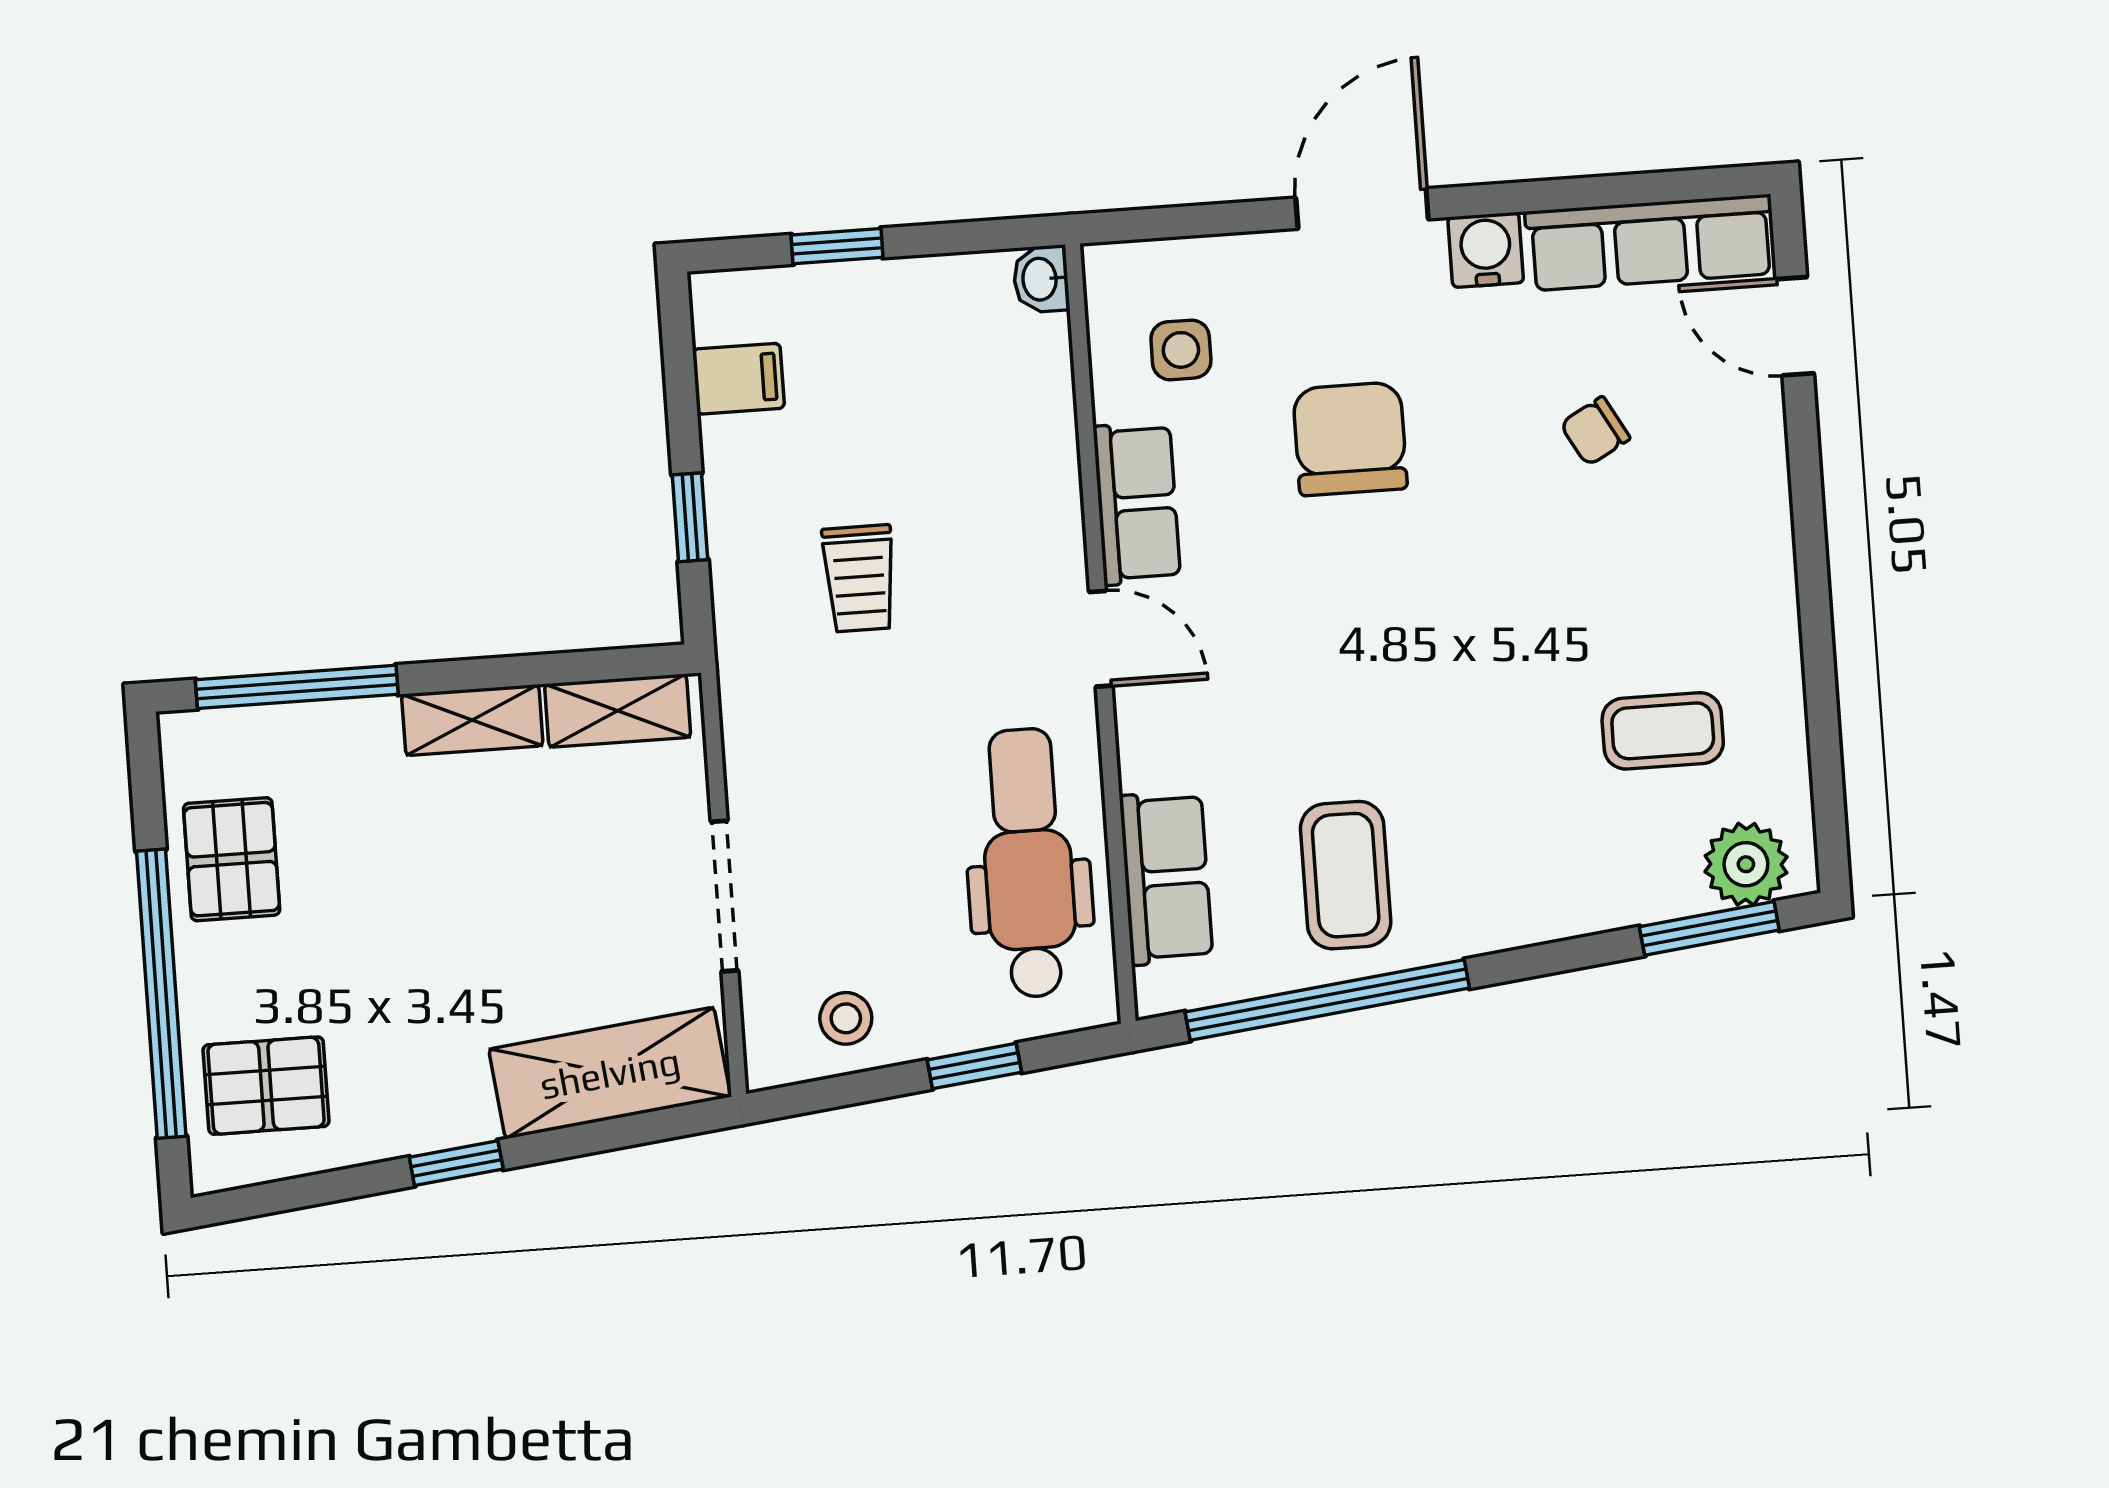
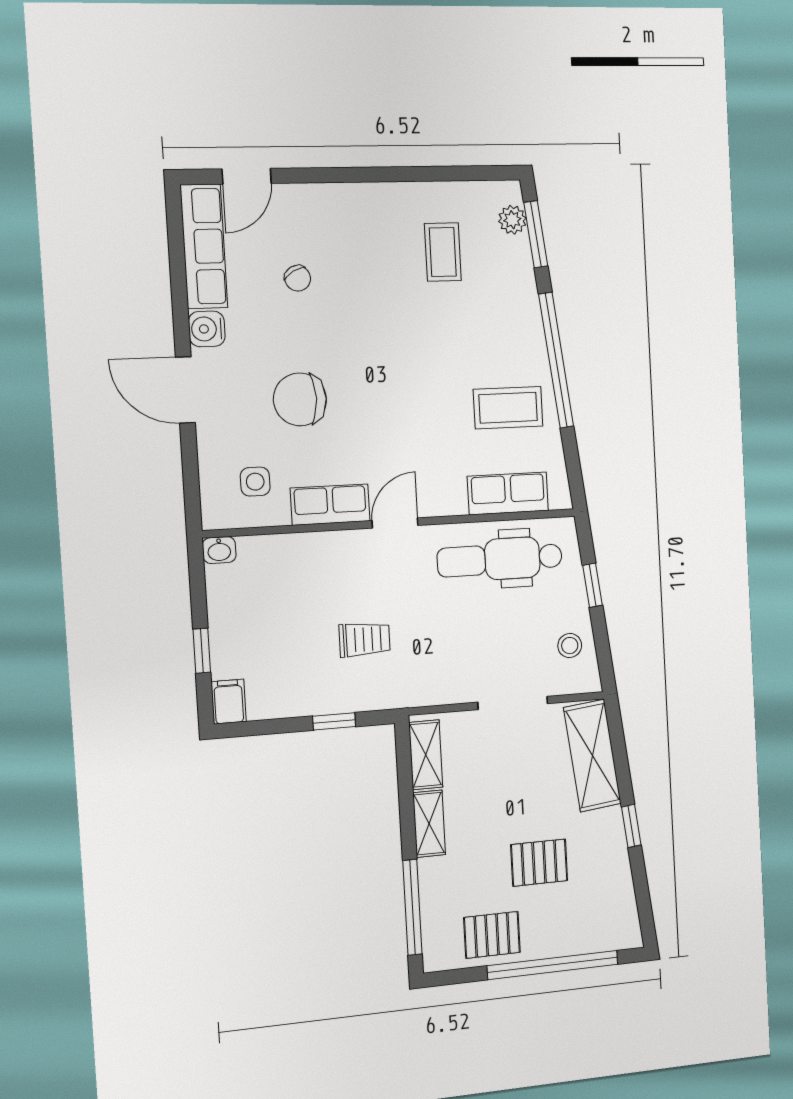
filing cabinet: (739, 379) -> (229, 702), moved
plant: (1746, 864) -> (512, 220), width x0.73, depth x0.73
window: (1327, 1000) -> (556, 360), moved
pallet: (266, 1086) -> (539, 863), moved, turned 90

